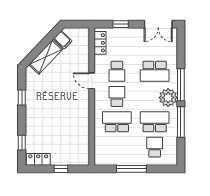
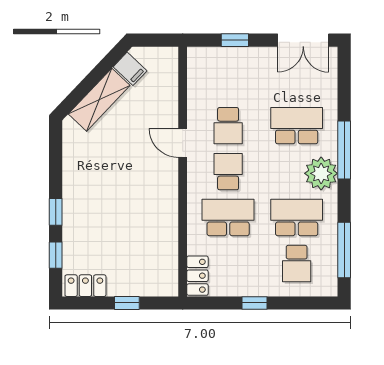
locker: (100, 43) -> (197, 276), moved
school desk: (155, 71) -> (297, 126), turned 180
window: (22, 98) -> (56, 212), moved
window: (181, 122) -> (344, 250), moved
school desk: (155, 147) -> (297, 263), turned 180
window: (131, 169) -> (254, 303), width x0.46

